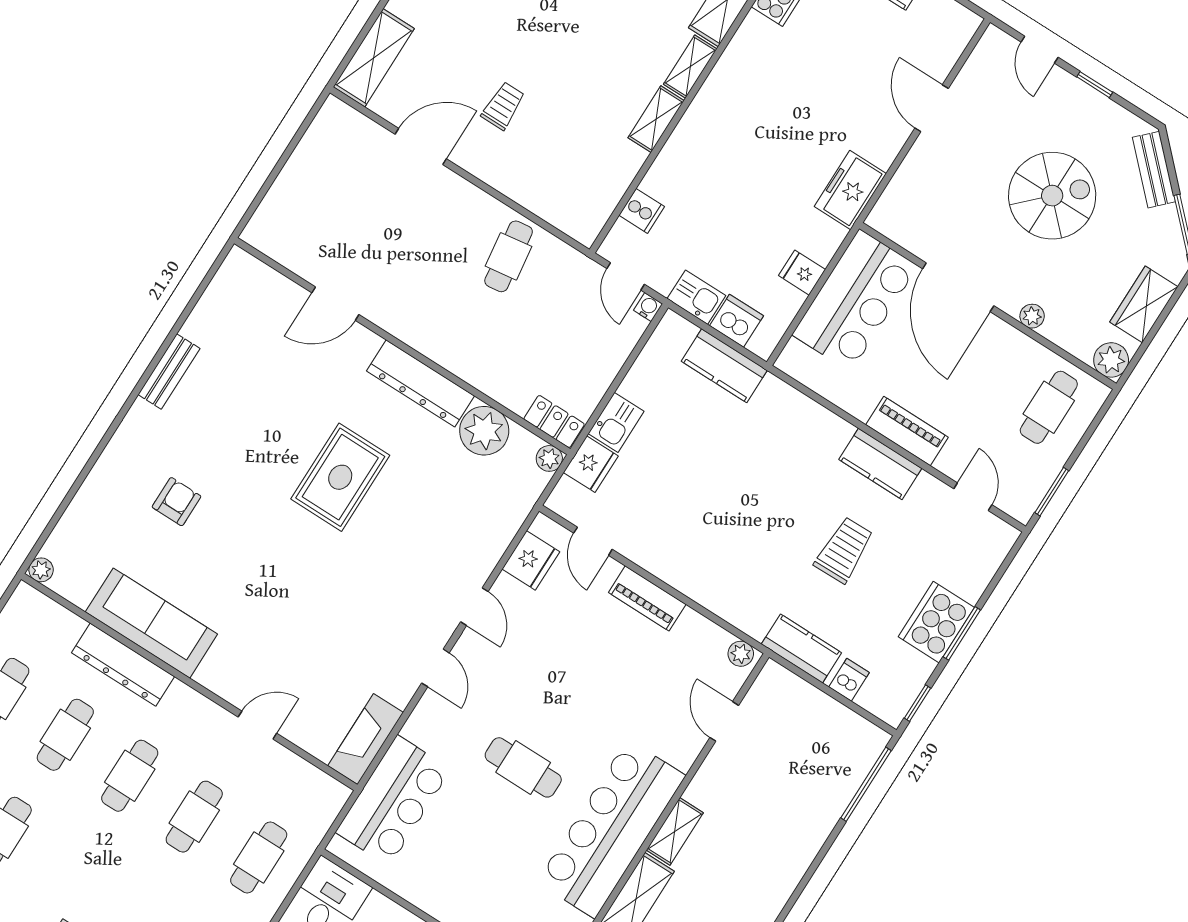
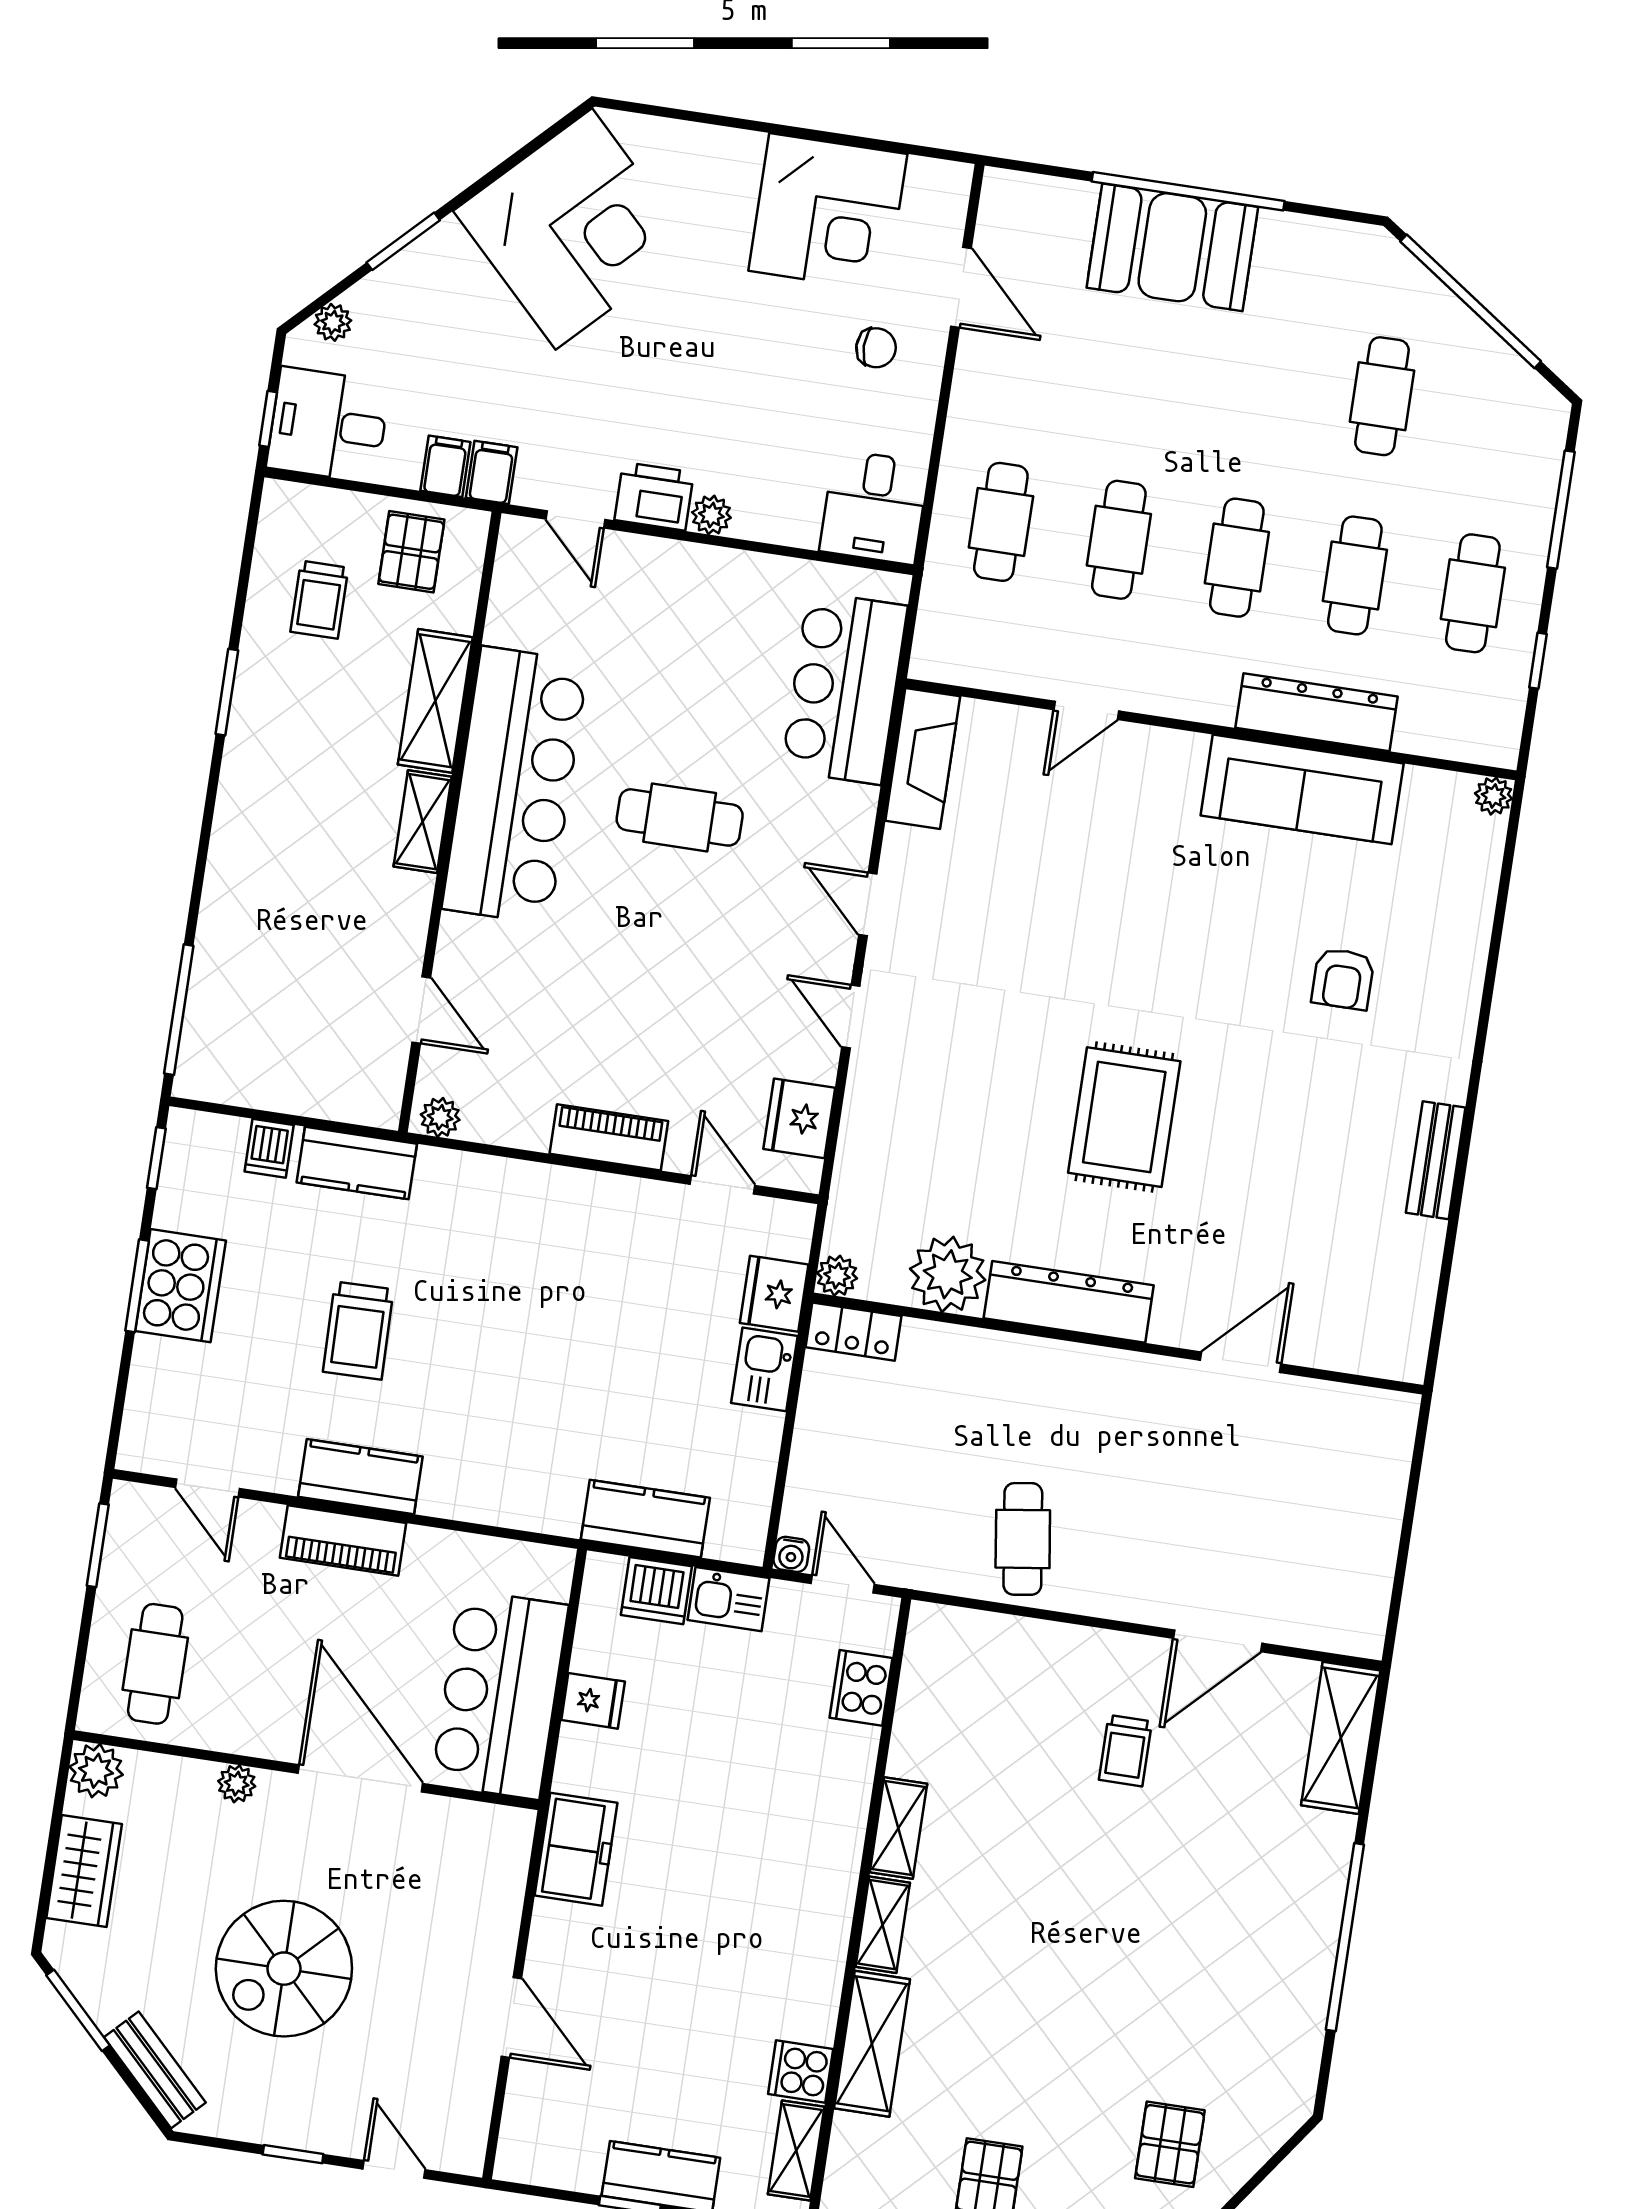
cooker: (642, 211) -> (861, 1688), width x1.36

